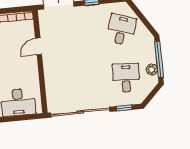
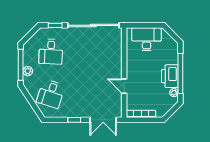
door: (39, 46) -> (124, 86), swing flipped
plant: (152, 70) -> (28, 71), moved

